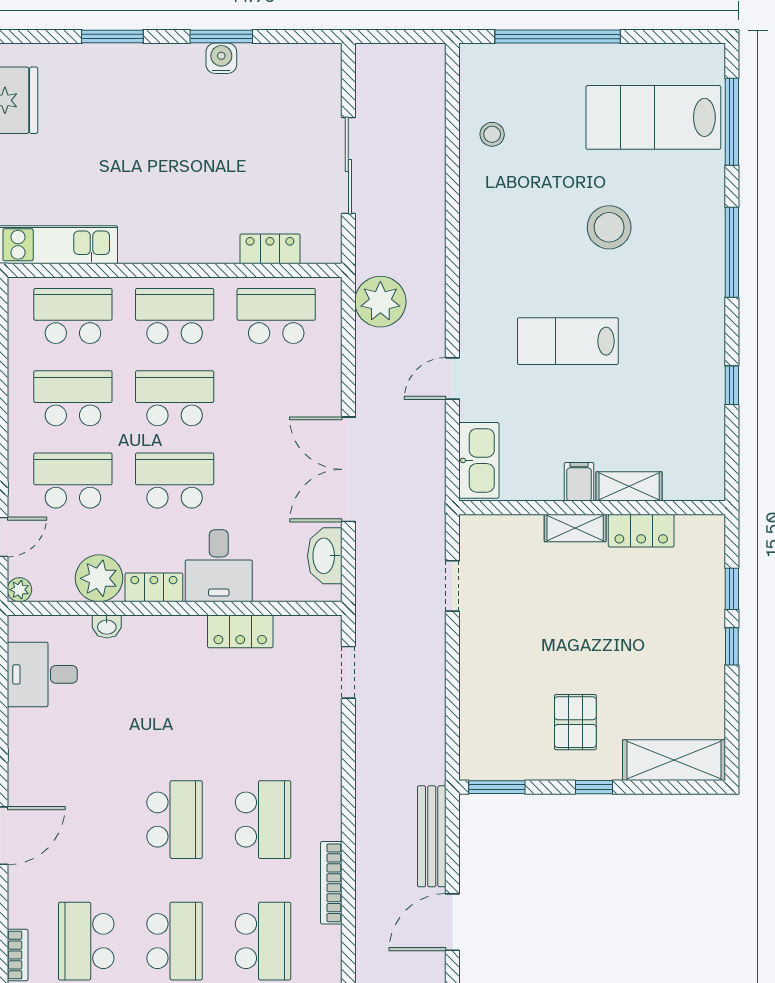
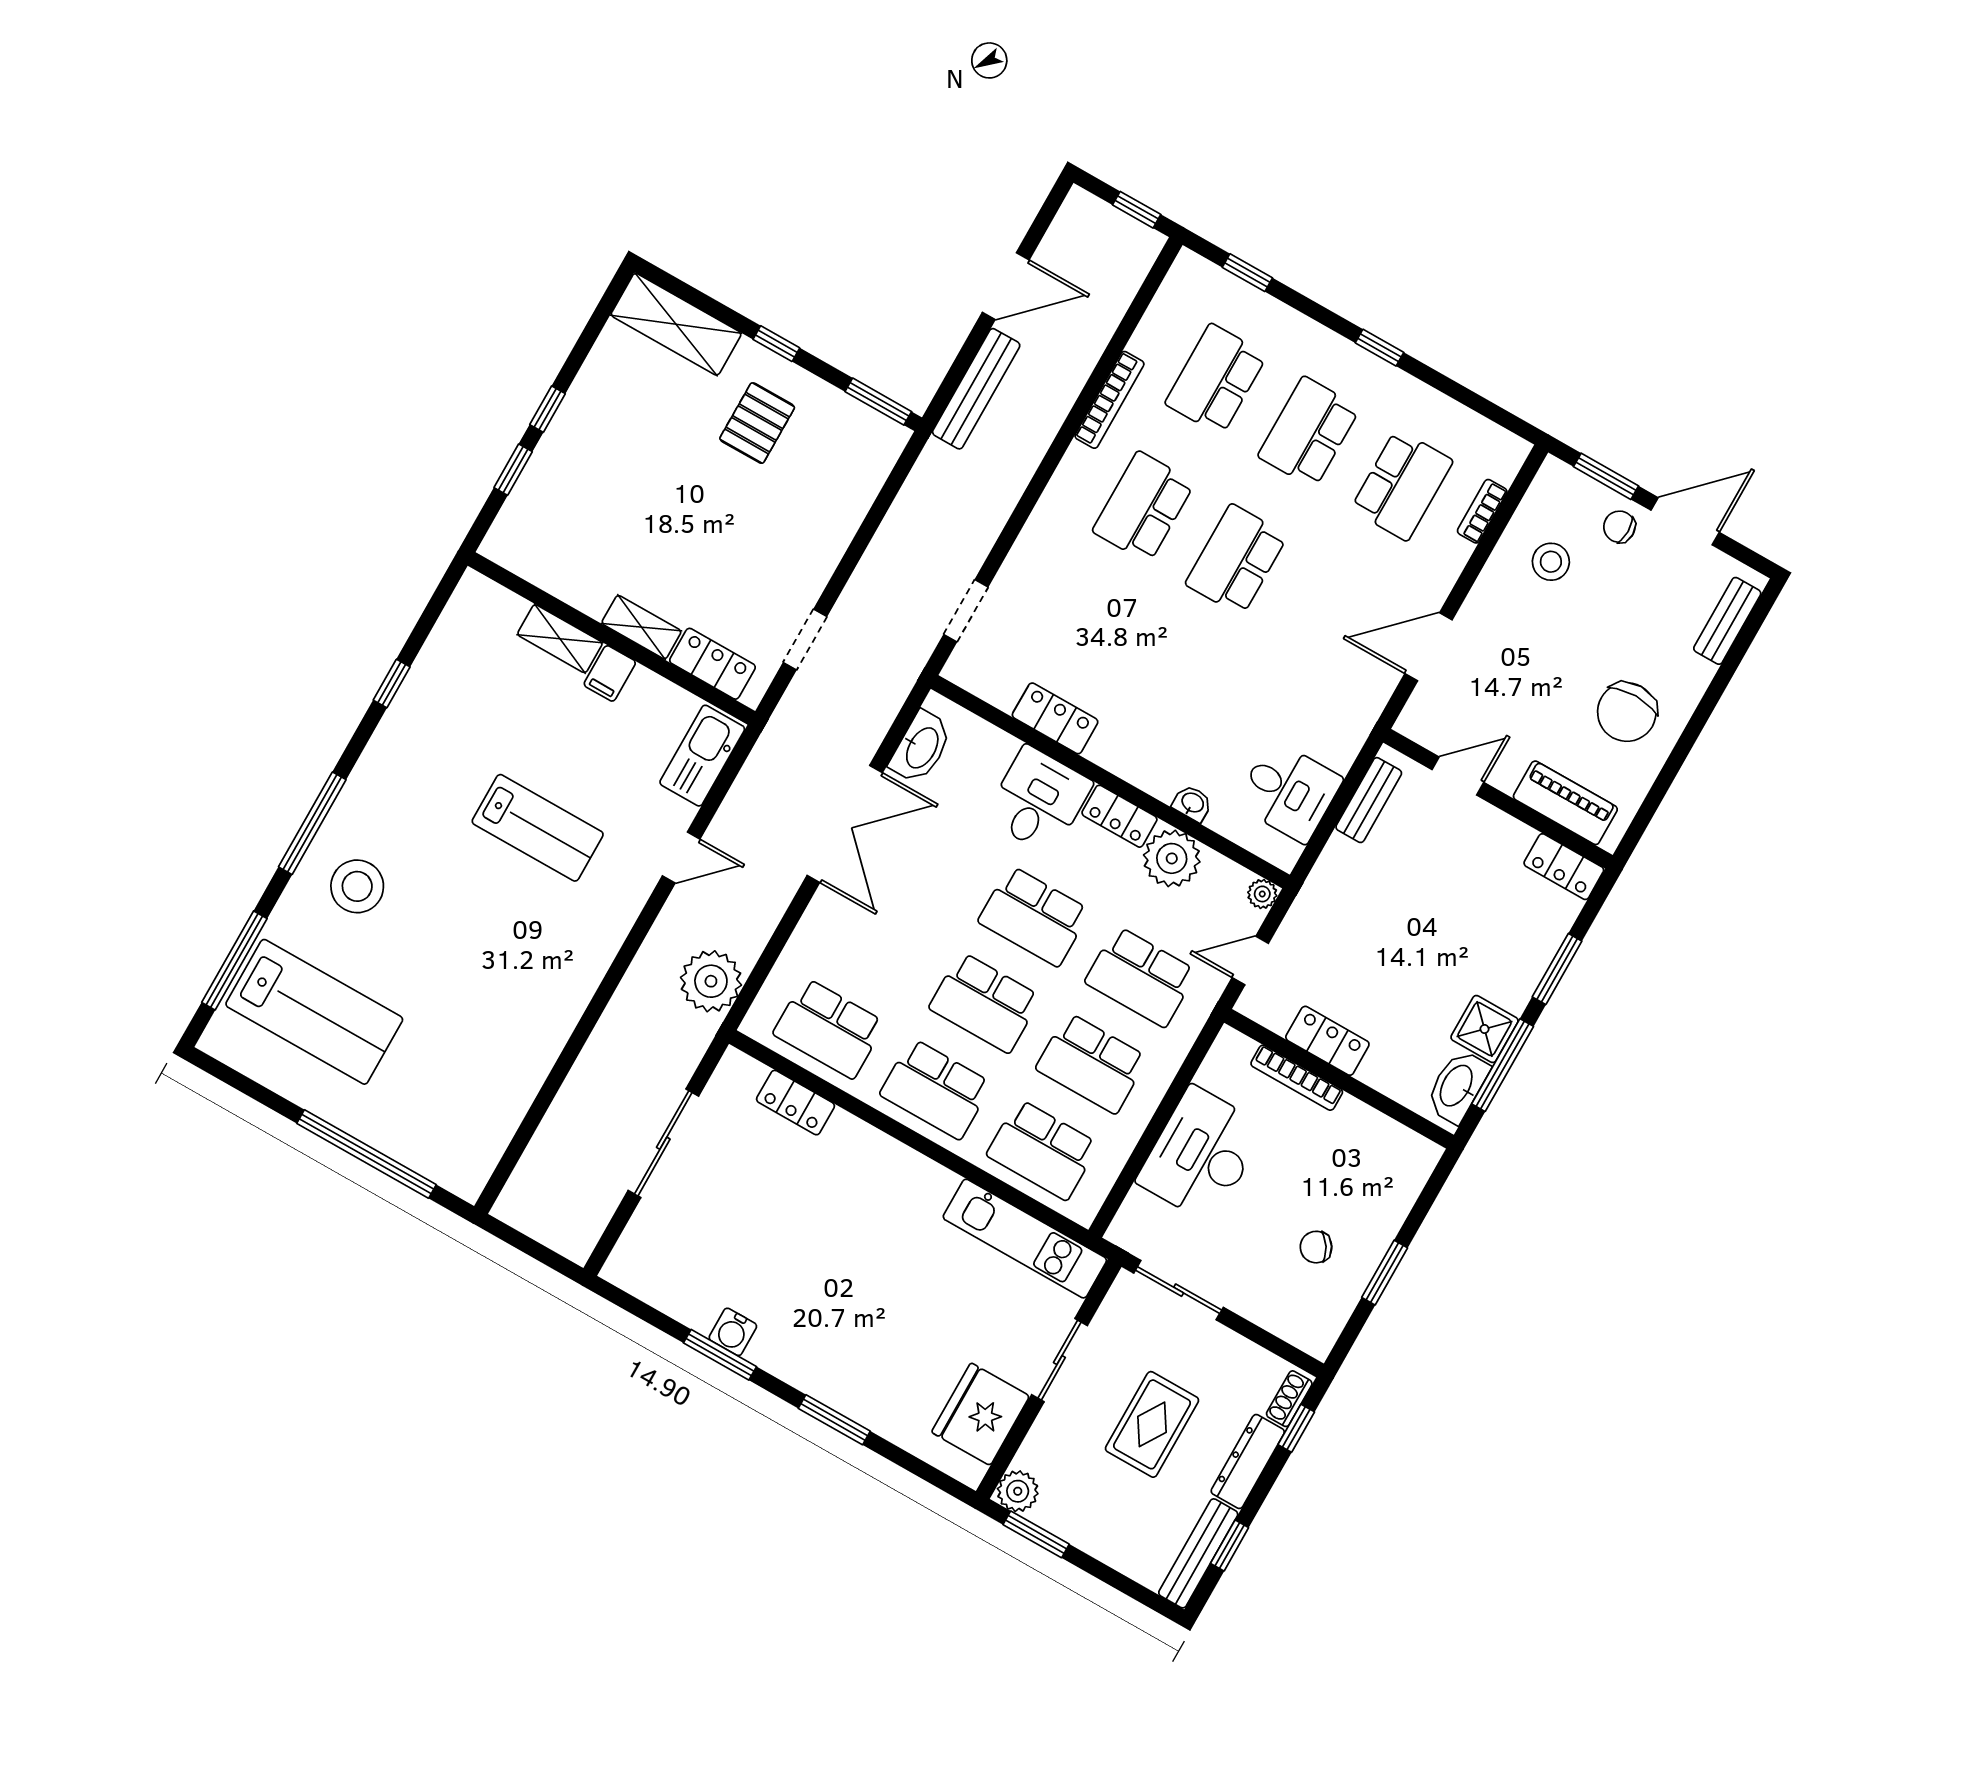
stool: (492, 134) -> (494, 1090), removed
stool: (609, 227) -> (357, 886), moved
locker: (641, 531) -> (712, 664), moved

